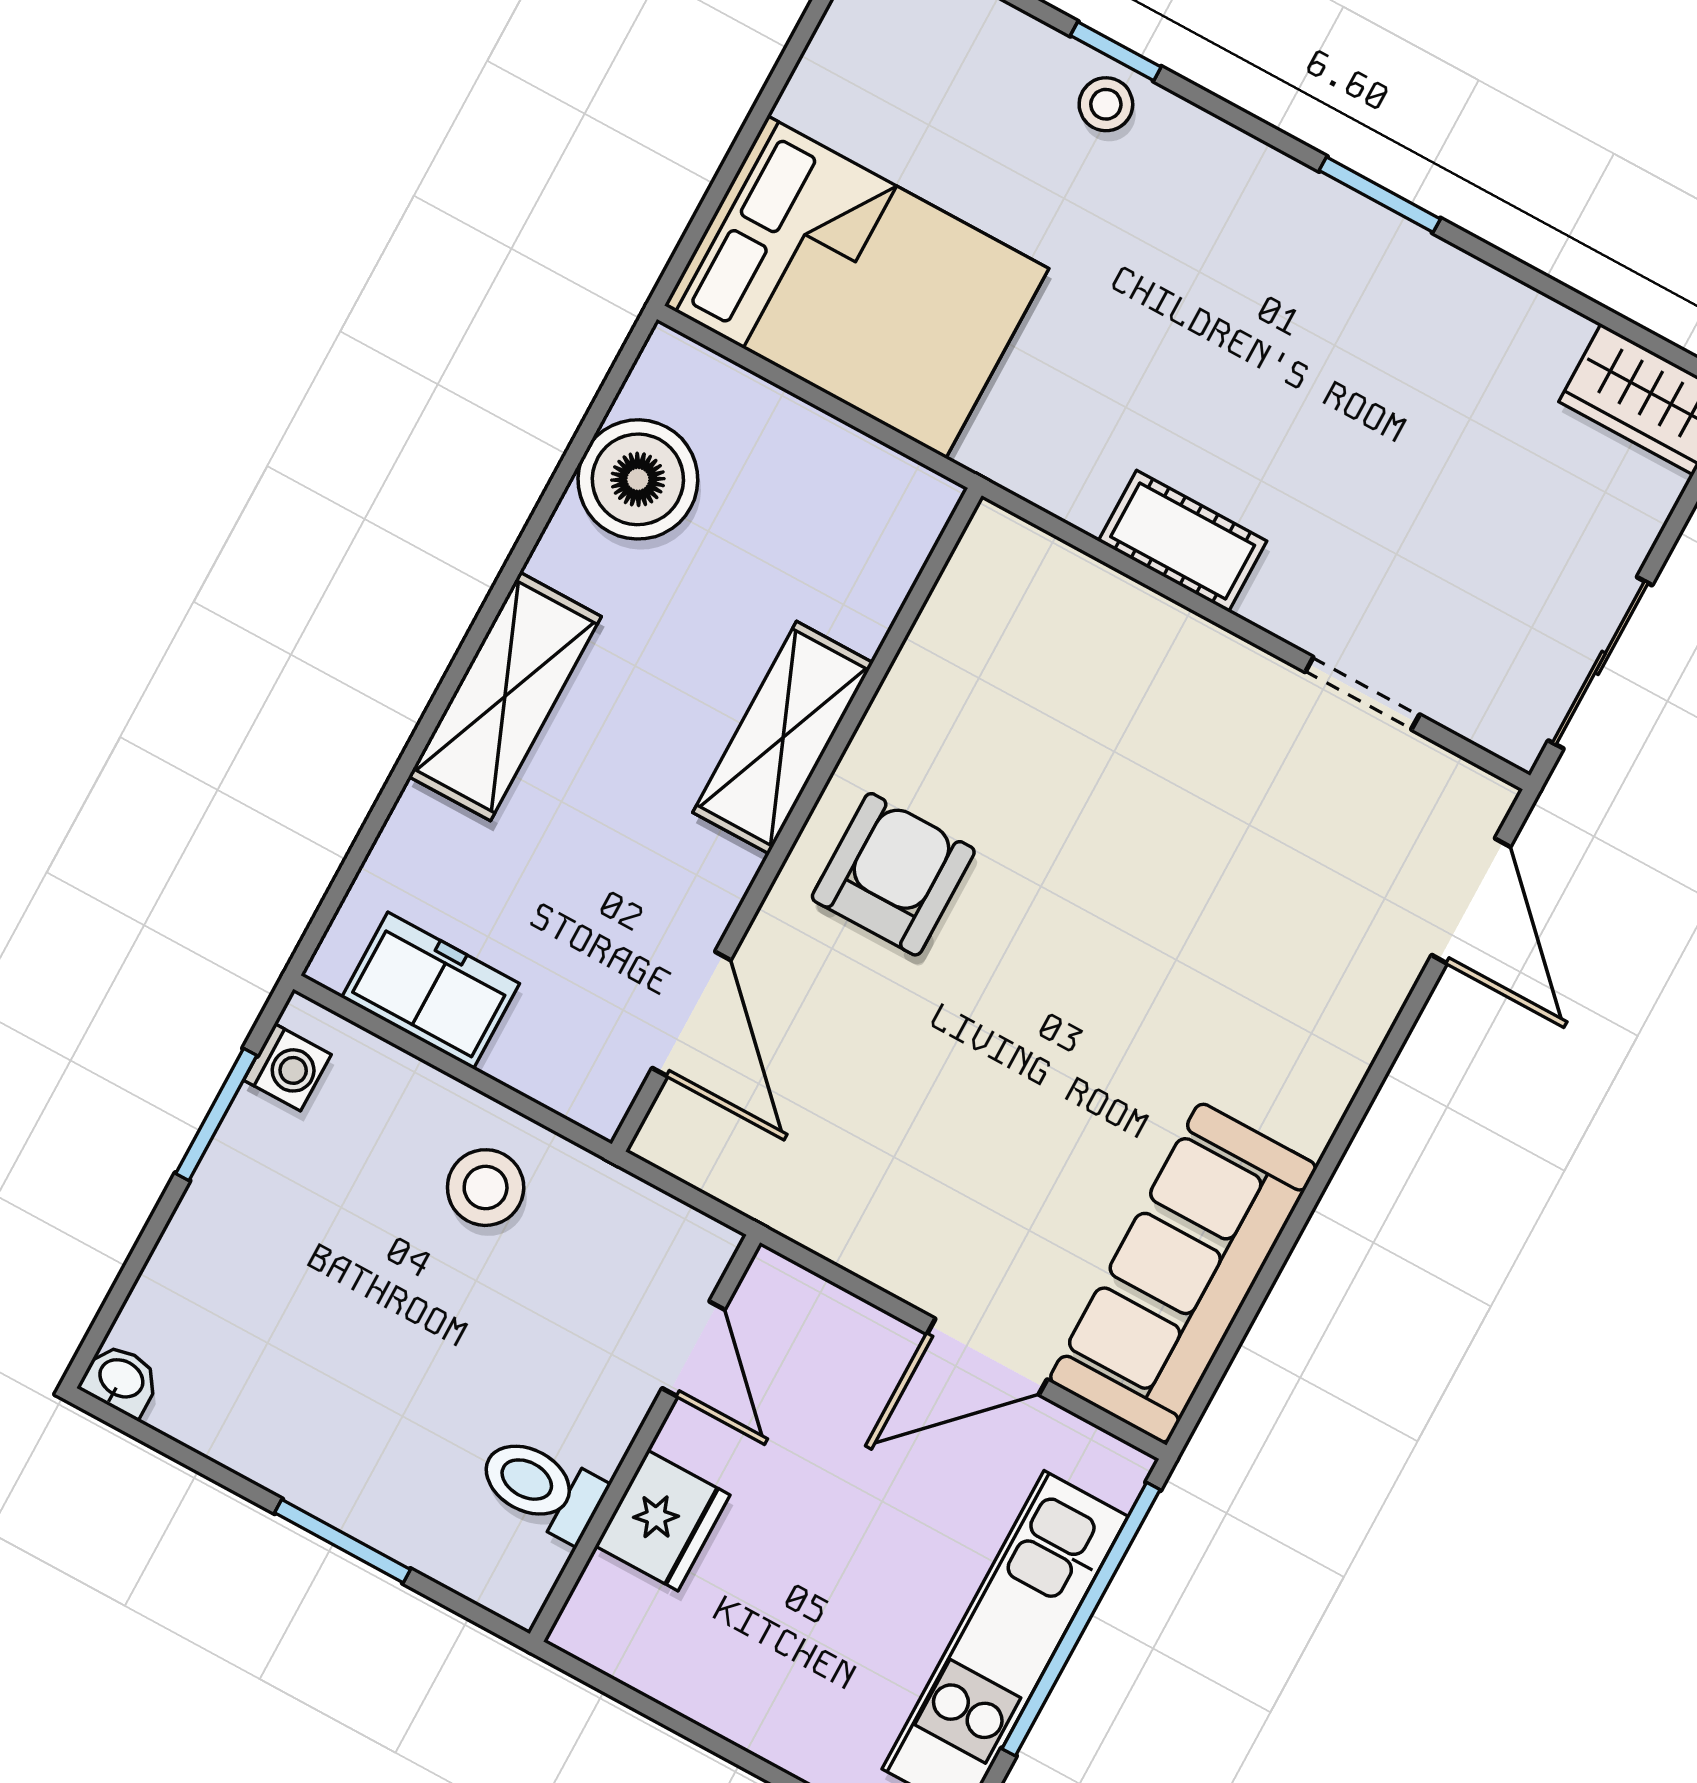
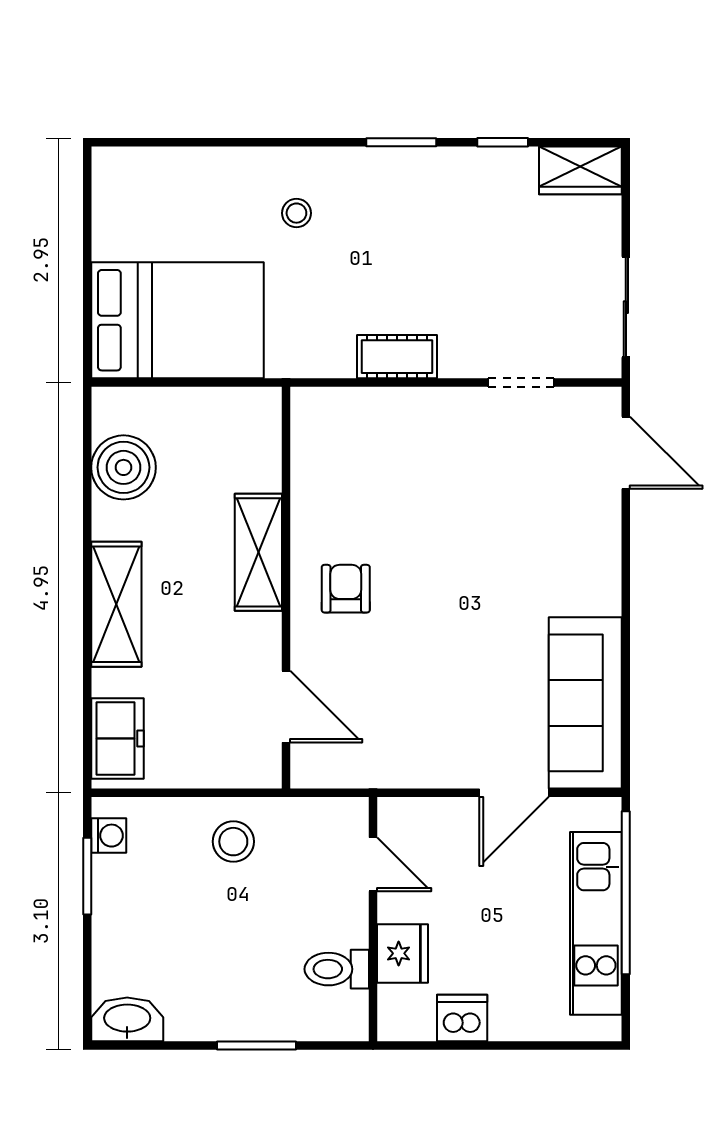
window: (1116, 51) -> (503, 142), moved
stool: (1106, 104) -> (296, 213), moved
armchair: (893, 874) -> (346, 589), width x0.72, depth x0.72
freezer: (431, 990) -> (118, 738), moved, turned 90
washbasin: (121, 1380) -> (127, 1019), width x1.91, depth x1.45
dishwasher: (703, 1679) -> (462, 1018), added

